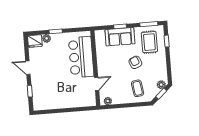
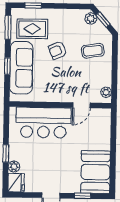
sofa: (120, 37) -> (21, 68), width x1.36
door: (97, 84) -> (81, 105), swing flipped
booth: (48, 99) -> (96, 172), added

